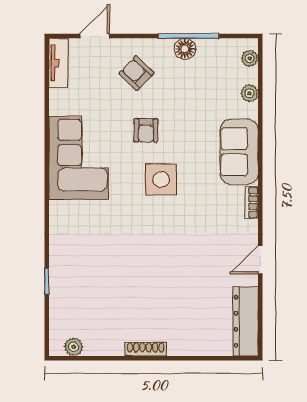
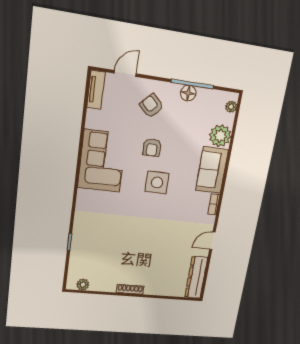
plant: (249, 93) -> (220, 136), width x1.88, depth x1.88

